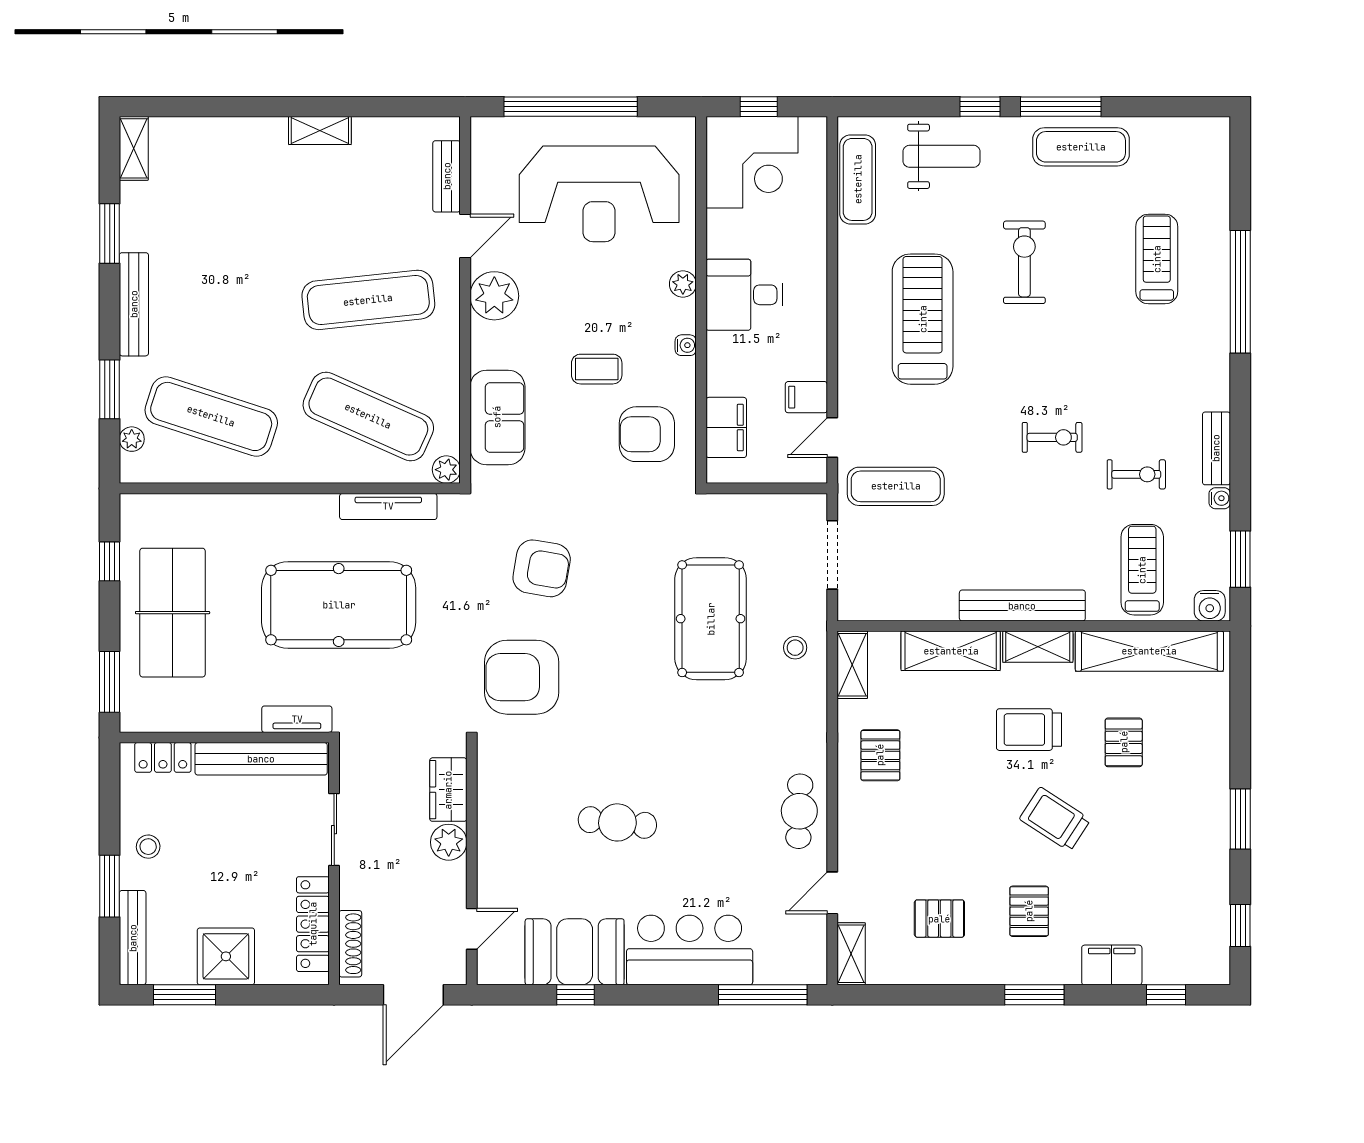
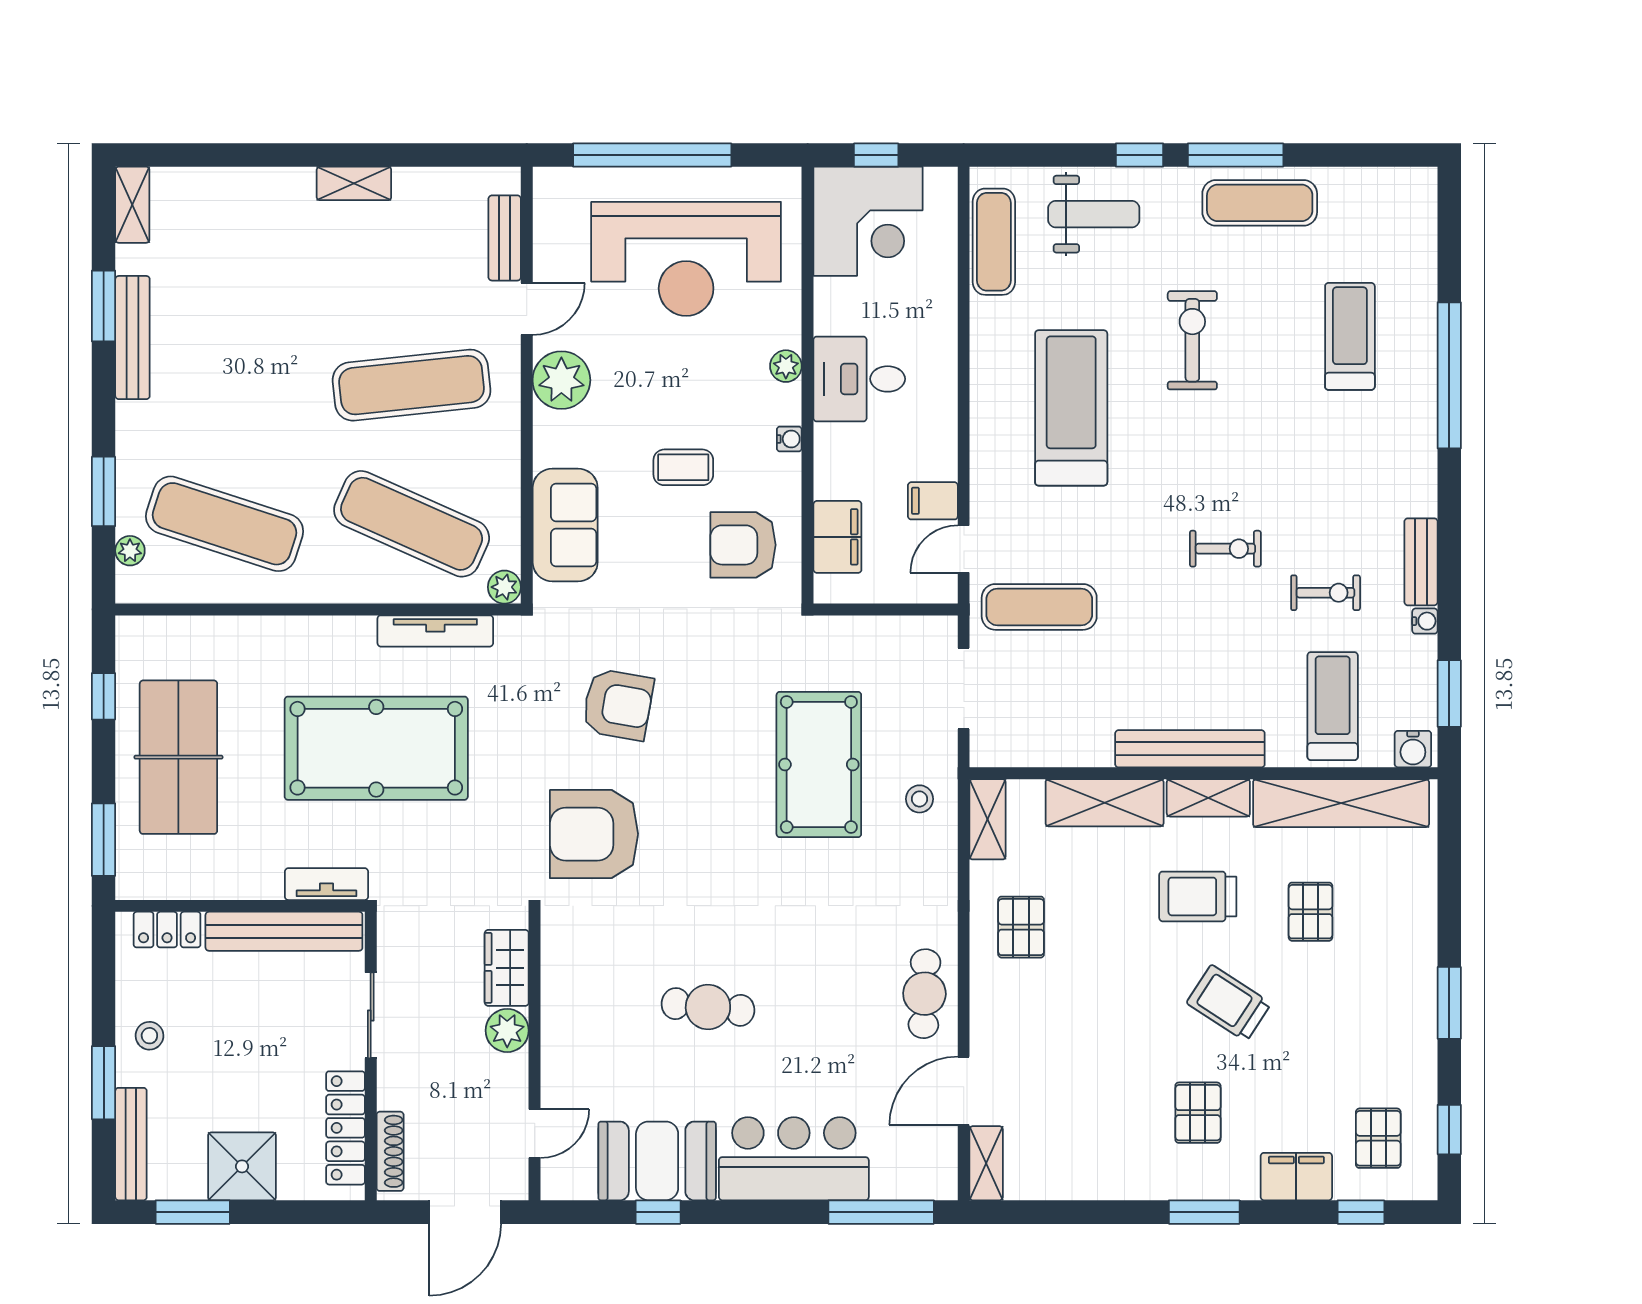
bench: (134, 304) -> (132, 338), moved
door: (832, 893) -> (964, 1091), width x1.37
pallet: (939, 919) -> (1378, 1138), moved, turned 90

